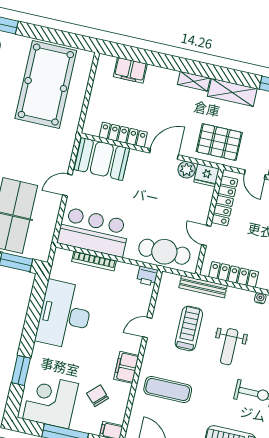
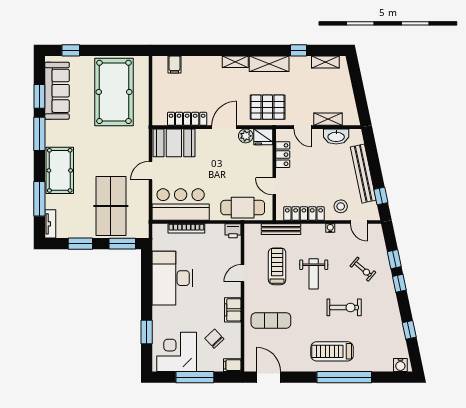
filing cabinet: (130, 70) -> (175, 64), width x0.50
locker: (225, 201) -> (283, 155), width x0.66

